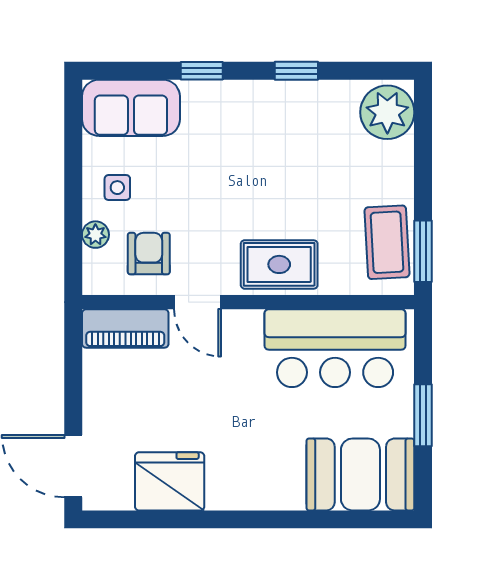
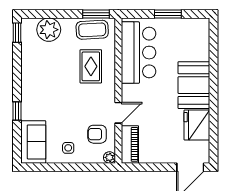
window: (296, 71) -> (17, 33), moved
plant: (387, 112) -> (49, 30), moved
plant: (95, 235) -> (109, 157), moved
rug: (279, 264) -> (91, 66), moved
booth: (360, 474) -> (194, 85), moved

